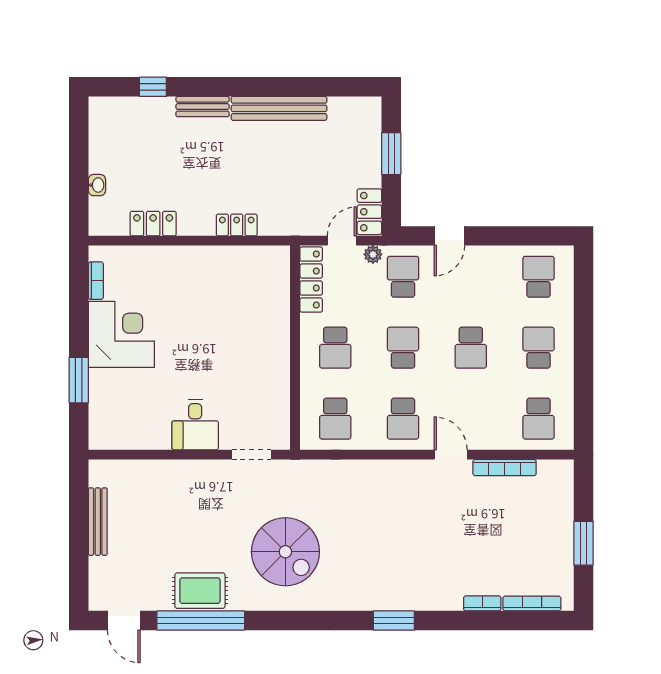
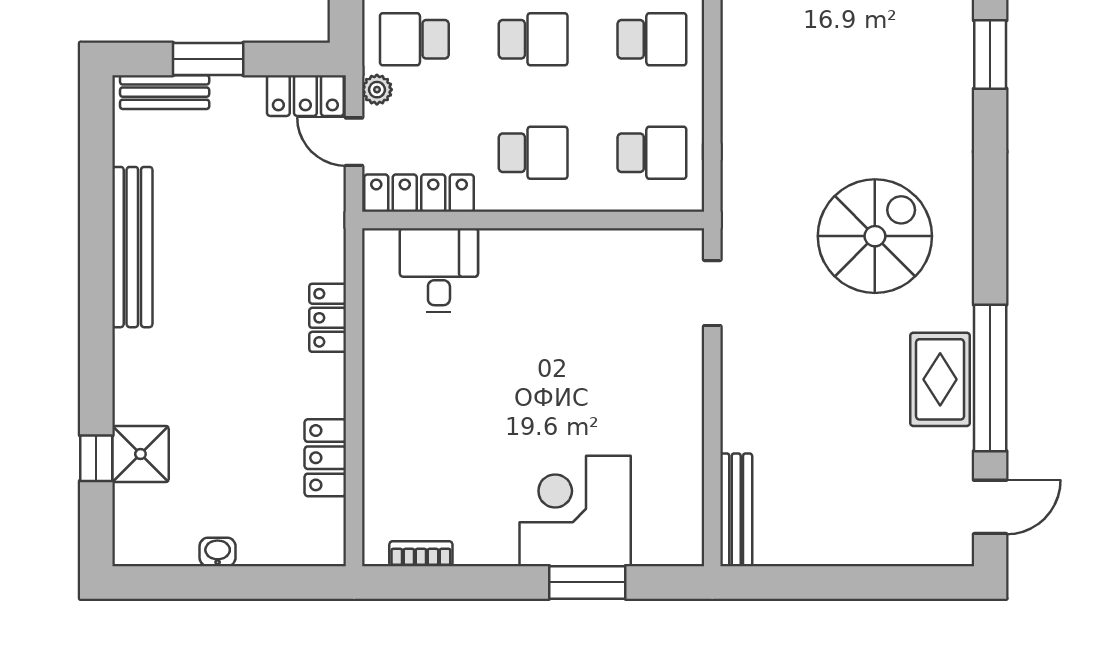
bench: (203, 107) -> (165, 92), moved, turned 90
shower: (155, 113) -> (140, 454), added
washbasin: (97, 185) -> (218, 552), moved
corner desk: (121, 334) -> (575, 511), moved
school desk: (403, 348) -> (533, 39), turned 180
desk: (195, 425) -> (439, 270), moved, turned -90
bench: (98, 522) -> (736, 510), moved, turned 90

